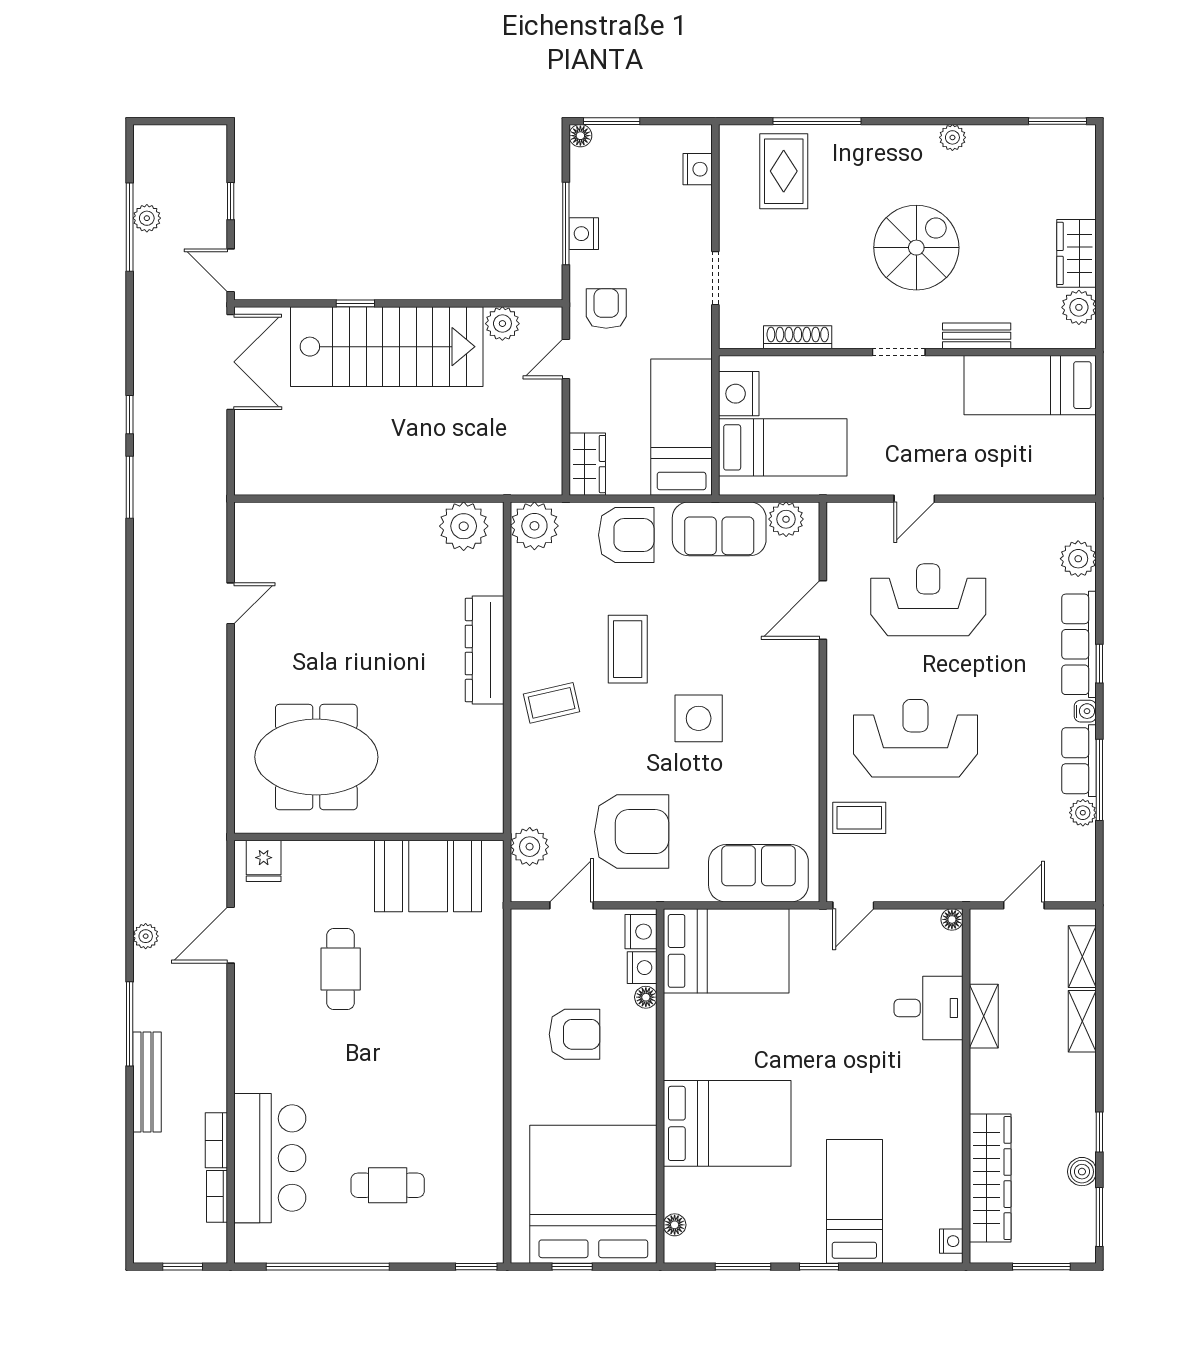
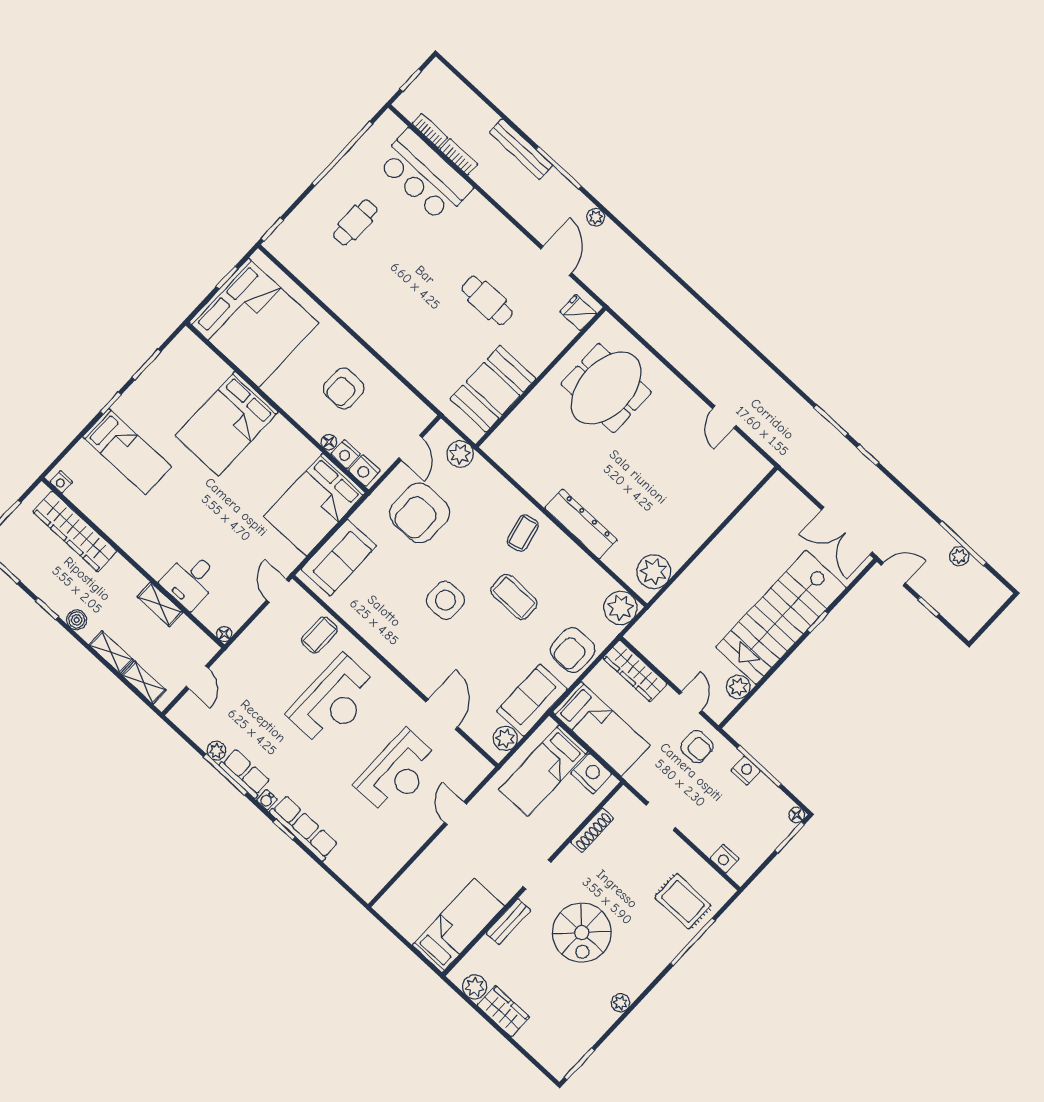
wardrobe: (587, 464) -> (635, 671), width x1.50
plant: (1078, 559) -> (348, 868), removed
boiler: (1082, 1172) -> (77, 620), moved
floor lamp: (675, 1225) -> (200, 349), removed

